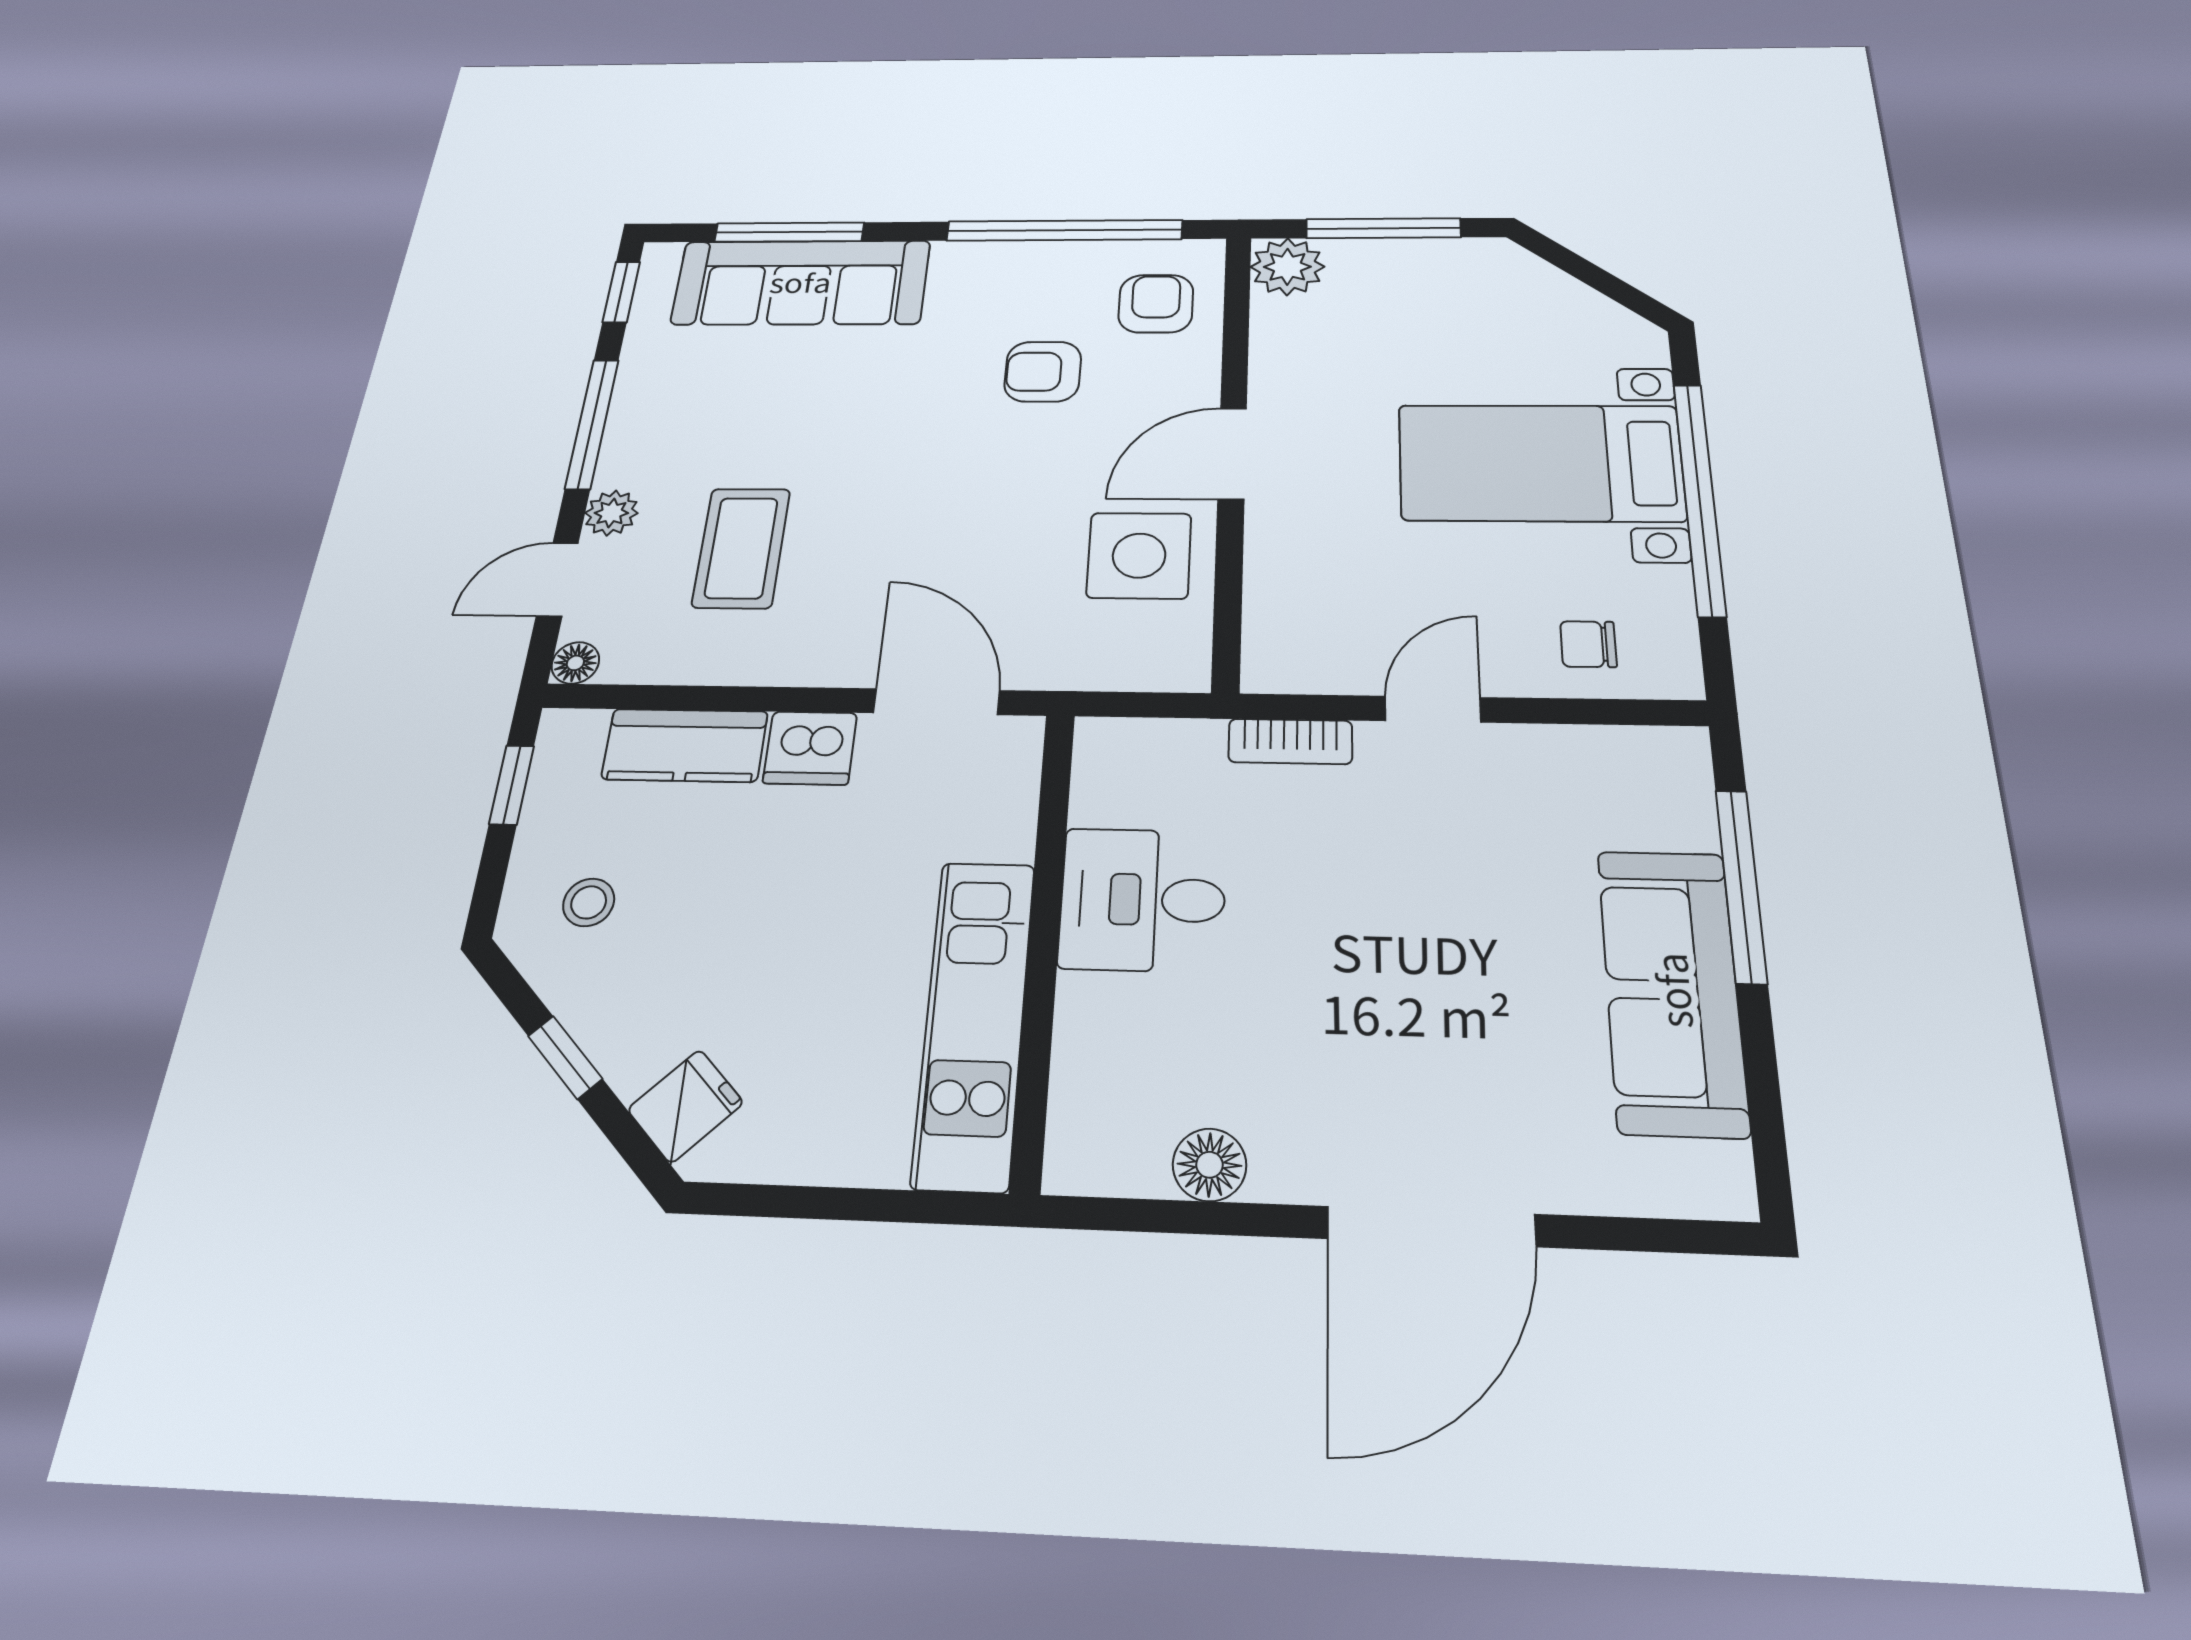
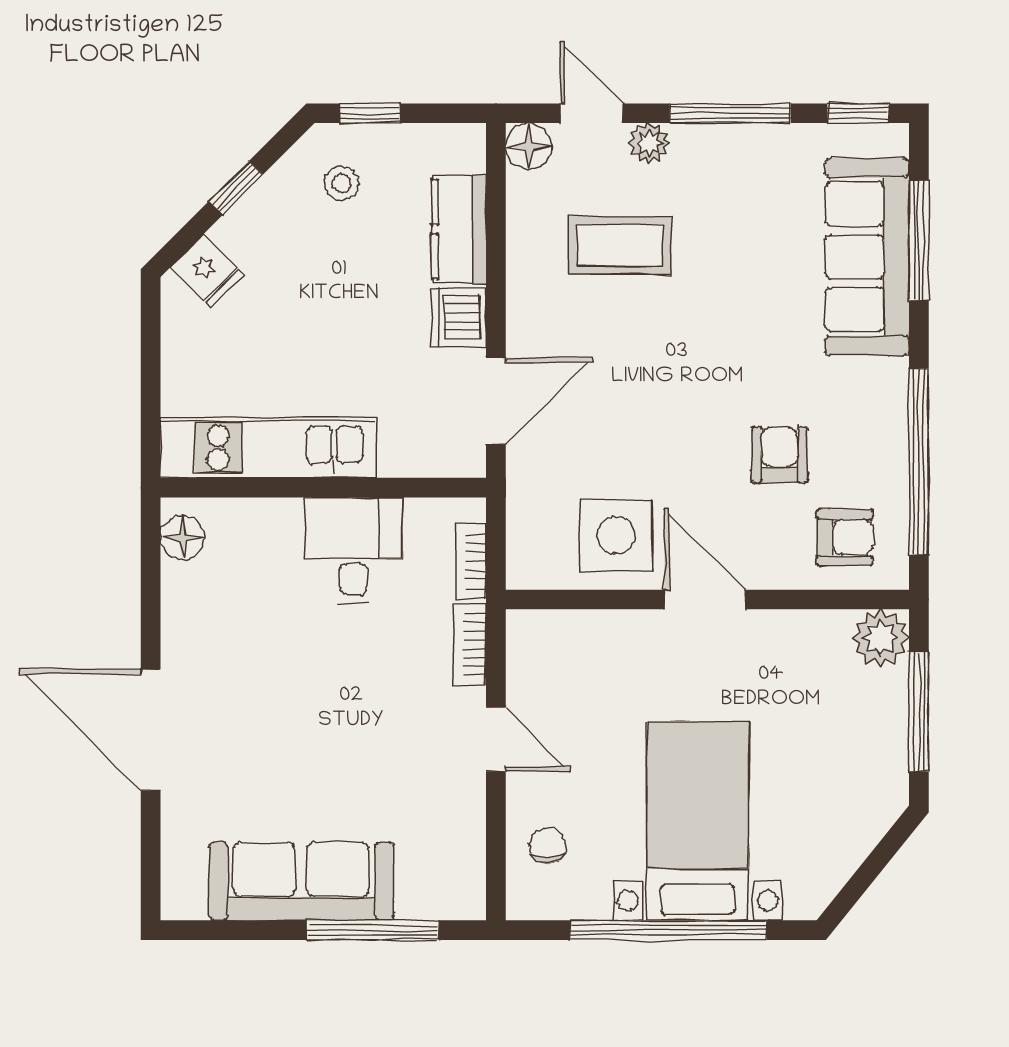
floor lamp: (575, 663) -> (529, 146), width x1.37, depth x1.37
bookcase: (1167, 738) -> (471, 561), added
window: (512, 785) -> (370, 113), moved
floor lamp: (1210, 1165) -> (182, 538), moved

